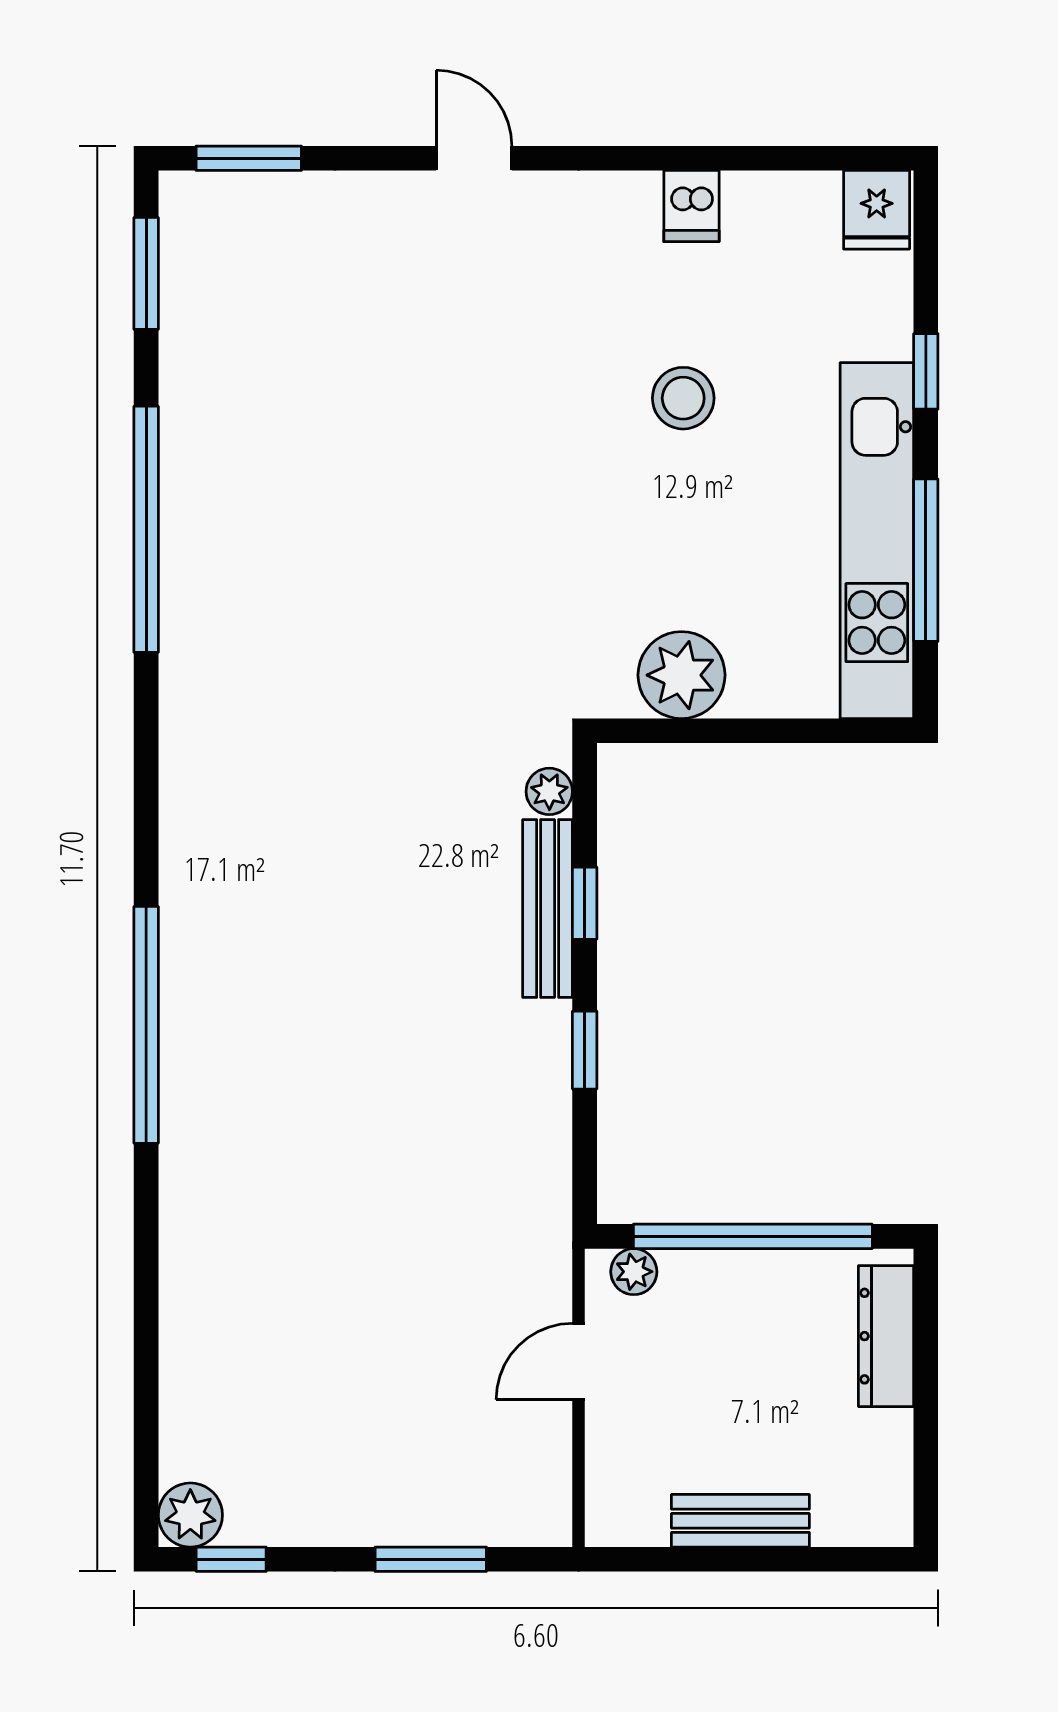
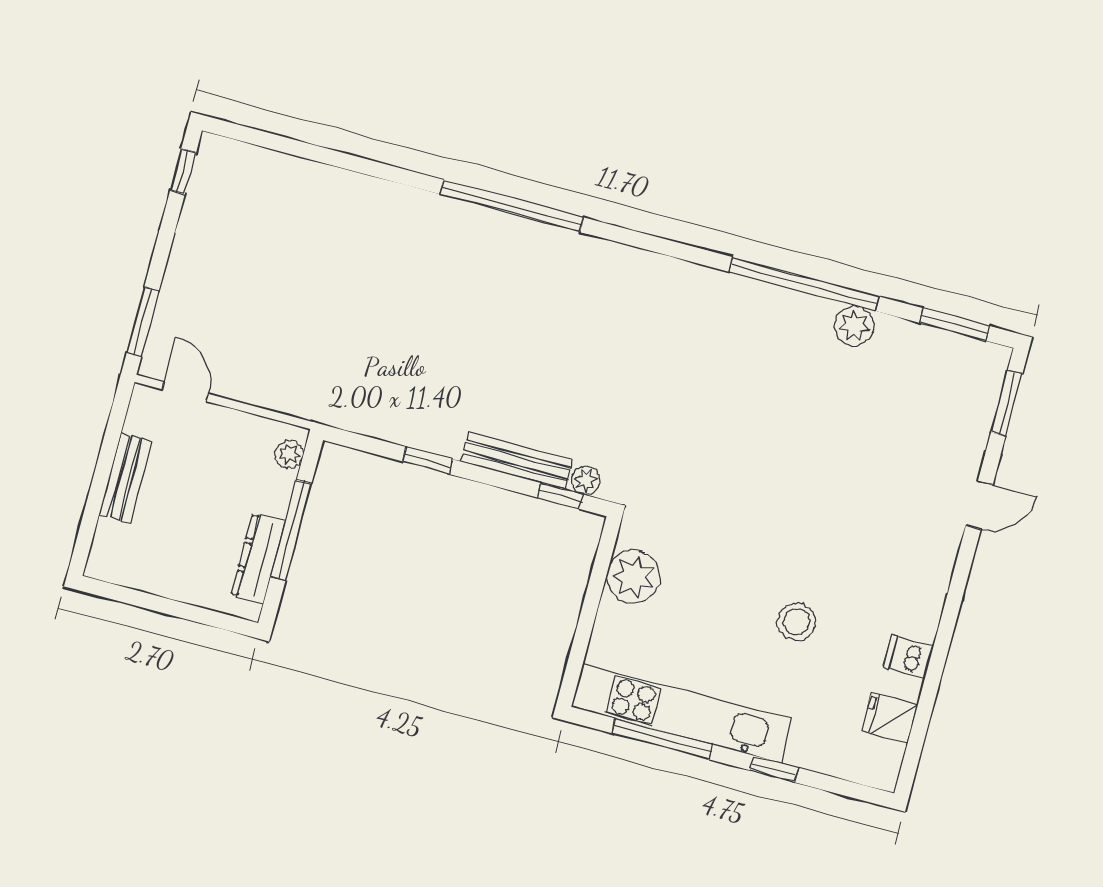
door: (474, 158) -> (979, 505), moved
fridge: (877, 210) -> (890, 718), moved
window: (585, 903) -> (560, 496), moved
window: (753, 1236) -> (291, 530), width x0.68
dresser: (886, 1336) -> (258, 558), moved, turned -90
door: (579, 1361) -> (185, 392), moved
plant: (190, 1515) -> (854, 325), moved
window: (431, 1559) -> (143, 322), moved

